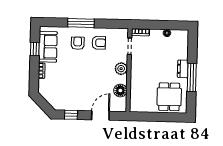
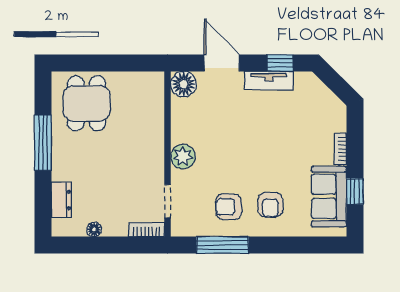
window: (81, 23) -> (222, 245), moved
dresser: (183, 69) -> (61, 200), moved
floor lamp: (120, 91) -> (184, 84), moved
tv unit: (77, 106) -> (269, 81), added
door: (100, 116) -> (222, 63), swing flipped

